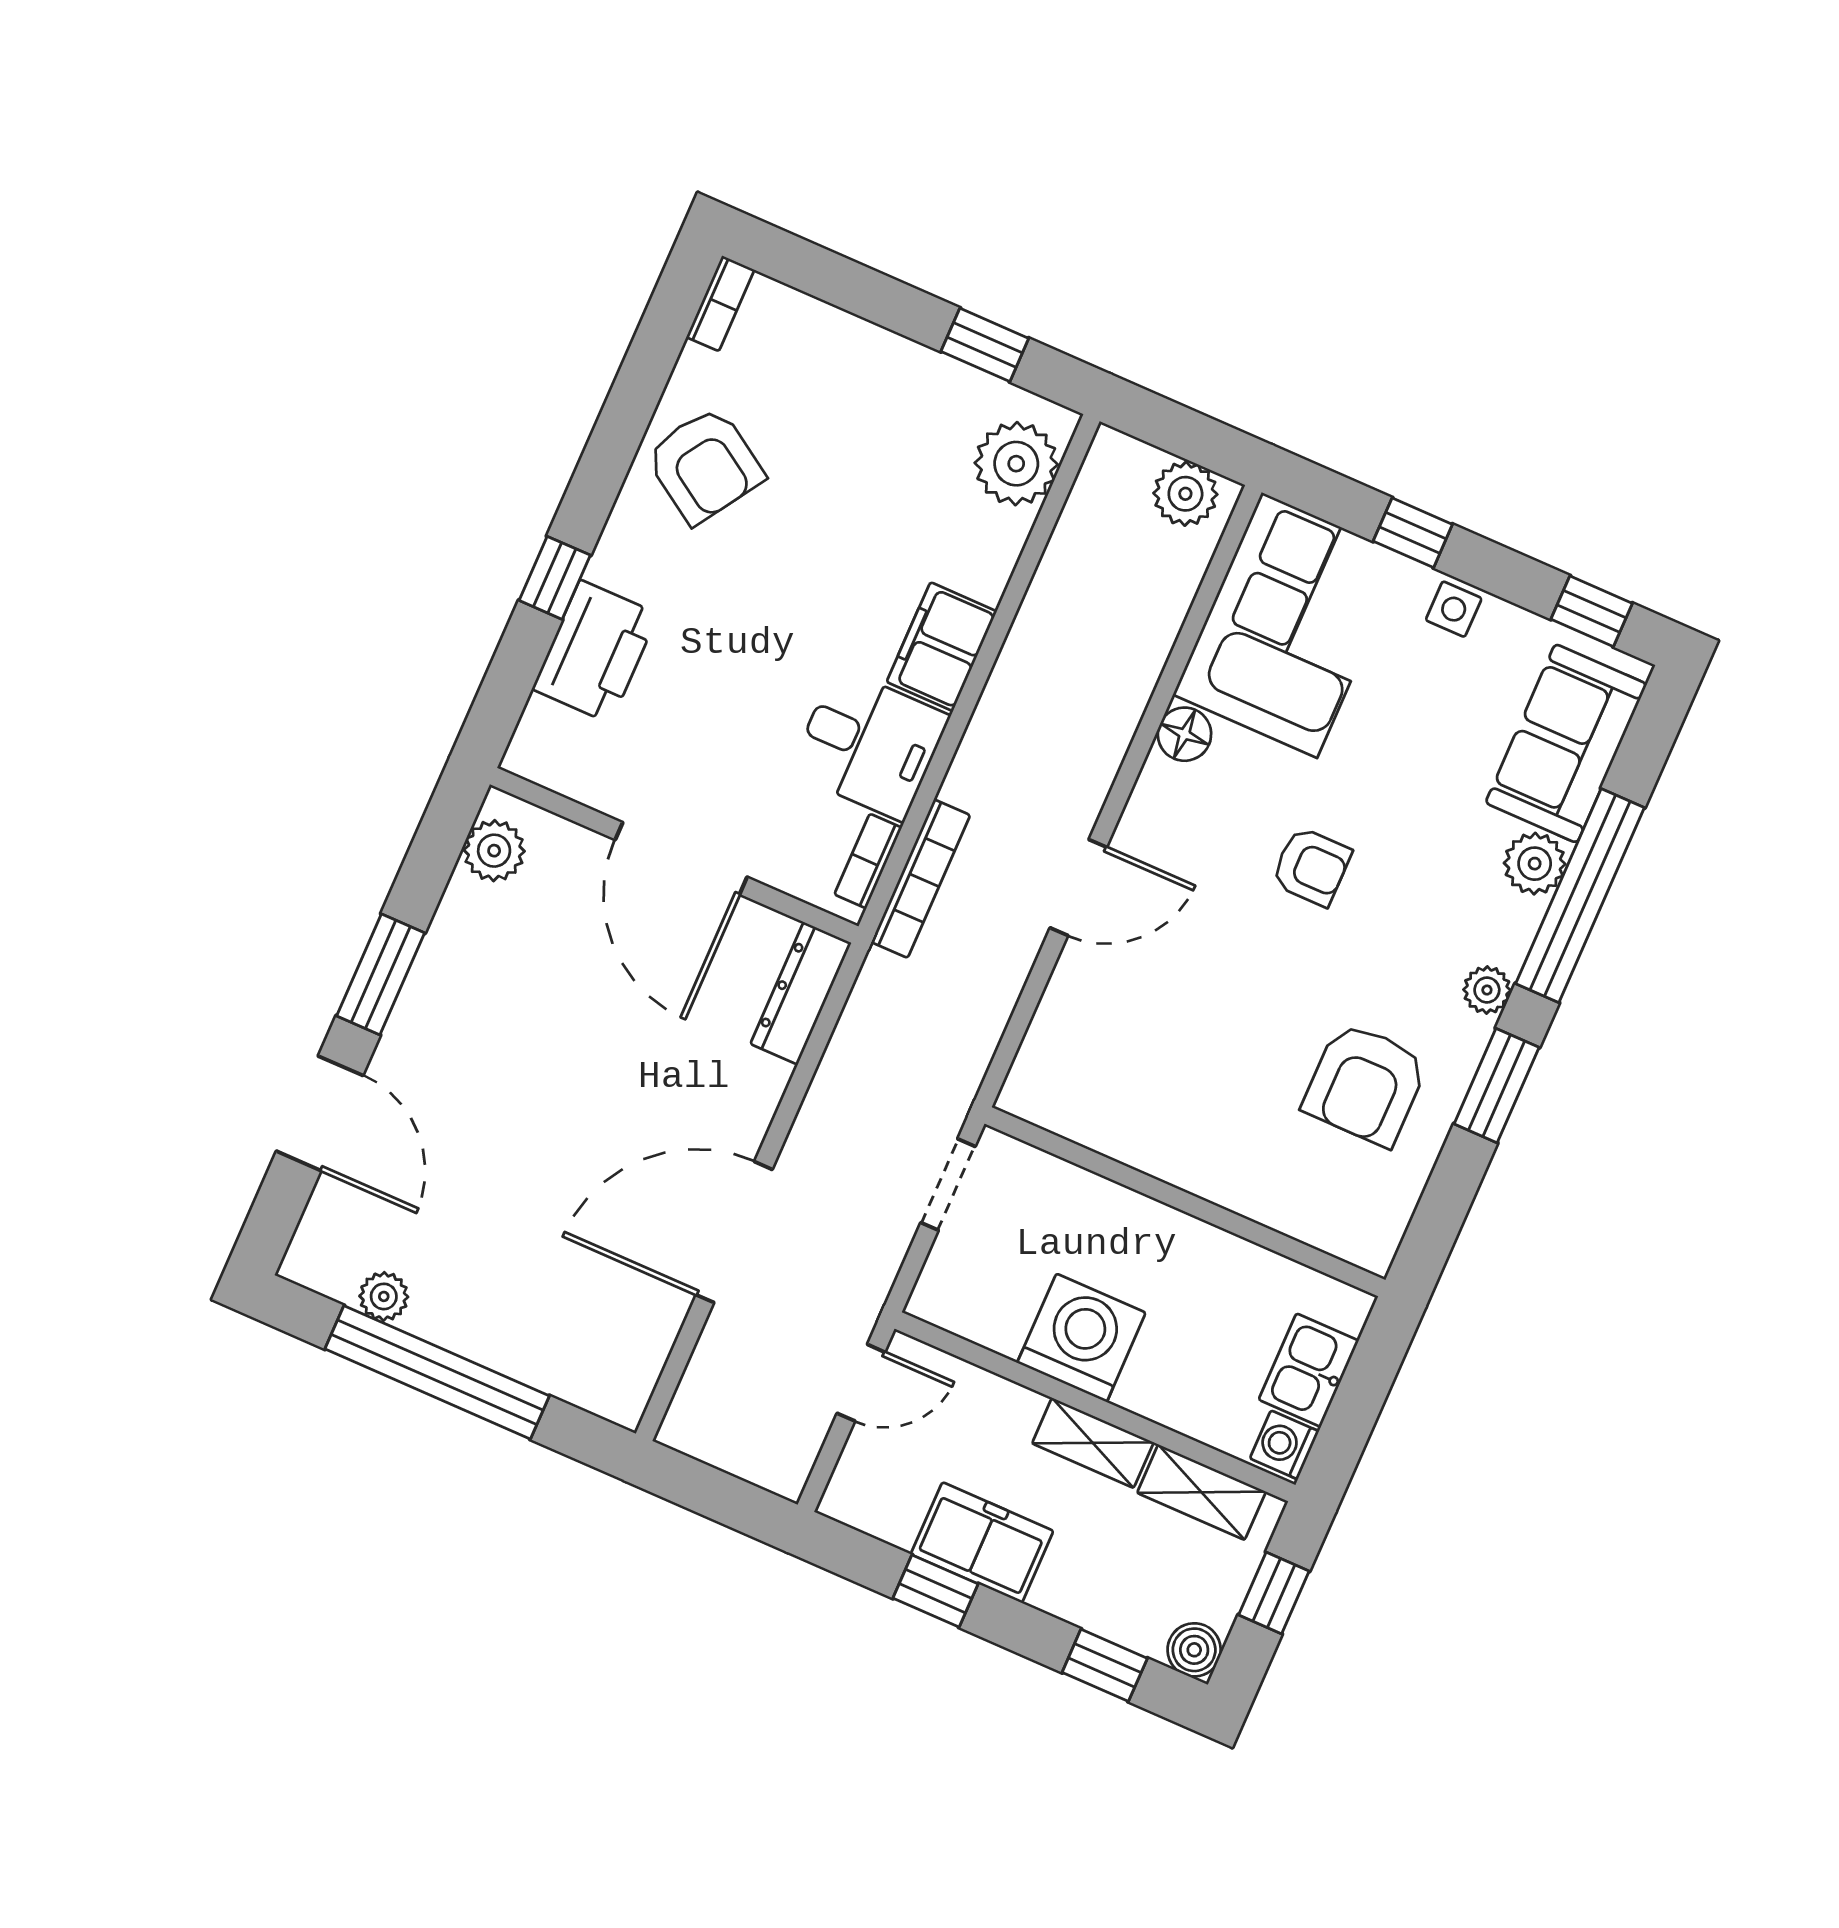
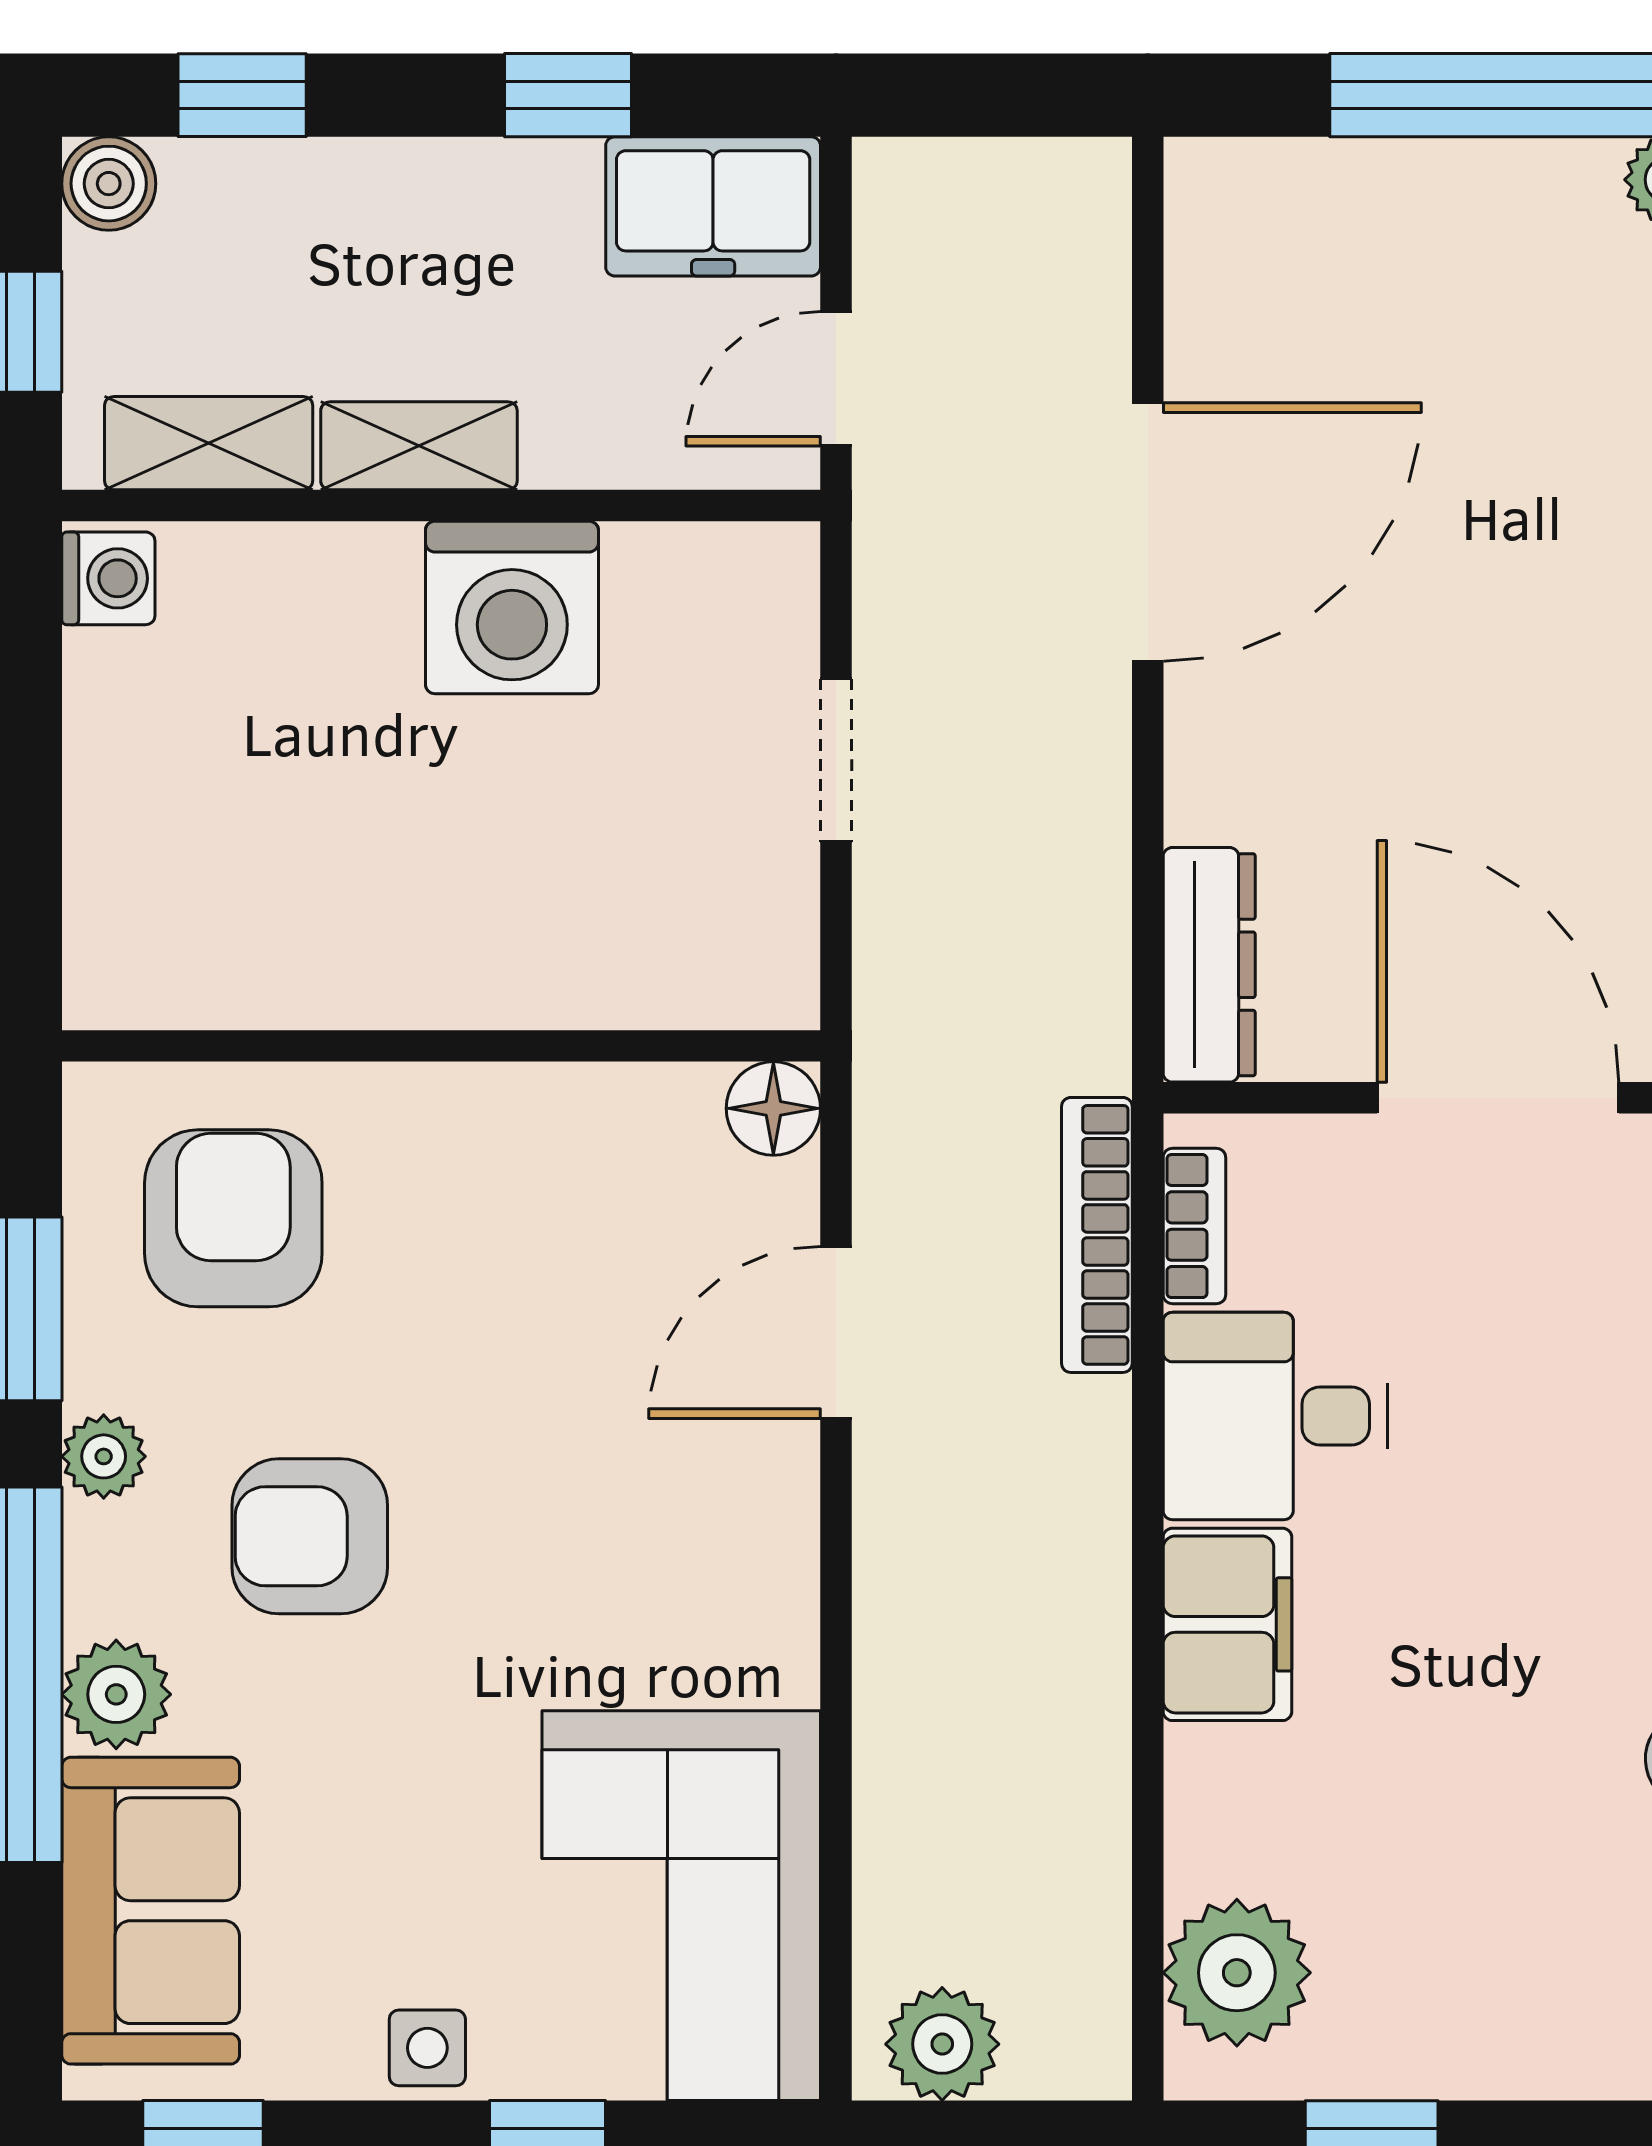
floor lamp: (1184, 734) -> (773, 1108), moved
armchair: (1311, 867) -> (310, 1536), moved, width x1.38, depth x1.38
wall: (1185, 1202) -> (441, 1046), moved
kitchen sink: (1309, 1370) -> (122, 716), removed
freezer: (982, 1543) -> (713, 206), moved

